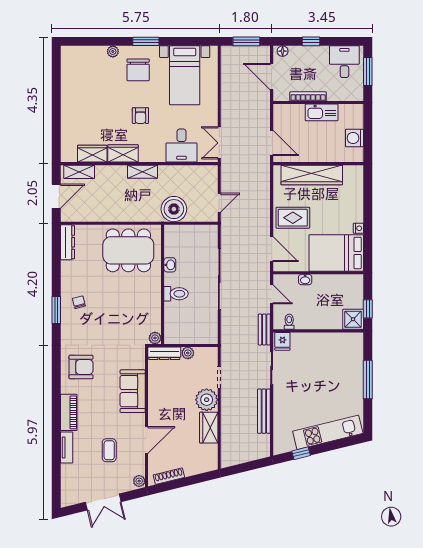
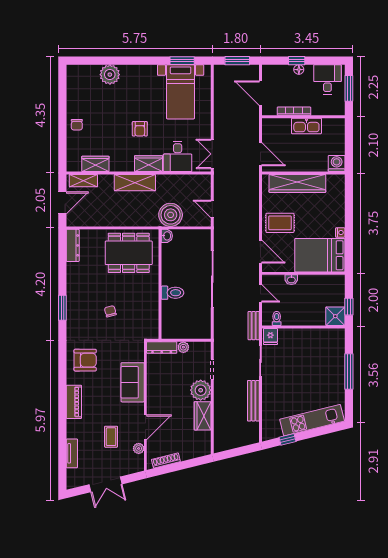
window: (146, 41) -> (182, 61), moved
plant: (113, 51) -> (110, 75), width x1.88, depth x1.88
floor lamp: (283, 51) -> (299, 70), moved
chair: (138, 70) -> (77, 125), moved, width x0.54, depth x0.54
washing machine: (354, 138) -> (337, 164), moved, turned 90
wardrobe: (123, 153) -> (148, 164), moved
shelving: (143, 172) -> (135, 183), width x1.50, depth x1.33
door: (219, 203) -> (212, 209), swing flipped
washbasin: (170, 265) -> (167, 236), moved
chair: (79, 302) -> (110, 311), moved
plant: (155, 338) -> (153, 333), removed
tv unit: (67, 448) -> (72, 453), moved
plant: (139, 481) -> (139, 448), moved

